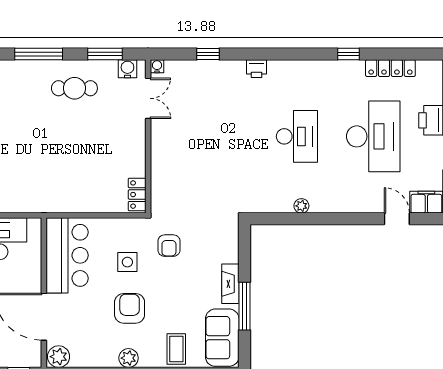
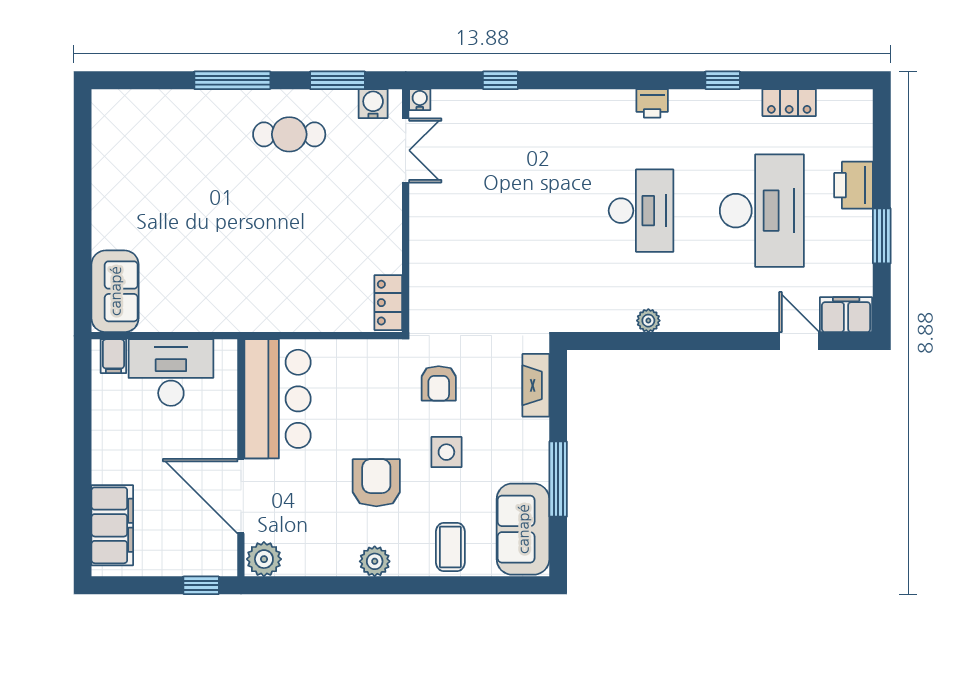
locker: (390, 68) -> (789, 103), width x0.66
printer: (256, 69) -> (652, 103), moved
side table: (127, 262) -> (446, 452), moved
fireplace: (230, 284) -> (536, 385), moved

